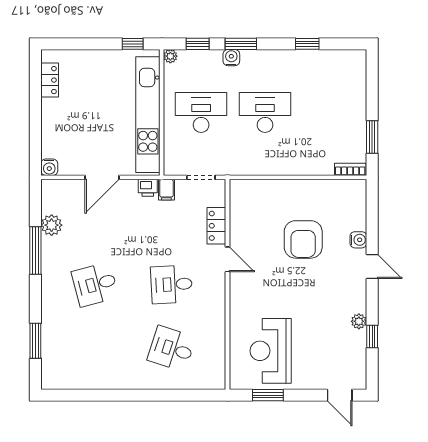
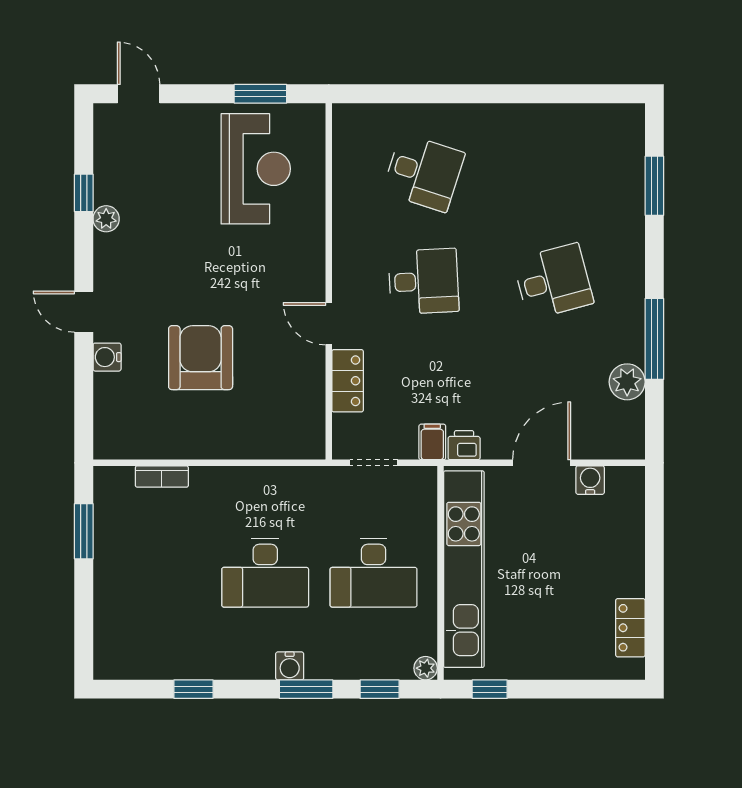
water cooler: (231, 58) -> (290, 666), moved
water cooler: (49, 167) -> (590, 480), moved
bookcase: (350, 169) -> (162, 477), moved

